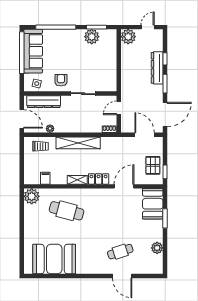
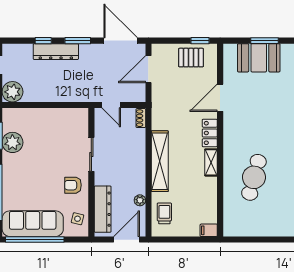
filing cabinet: (45, 178) -> (209, 230), moved
door: (124, 186) -> (220, 98), hinge flipped
plant: (32, 196) -> (234, 226), removed
booth: (153, 204) -> (259, 58), moved

